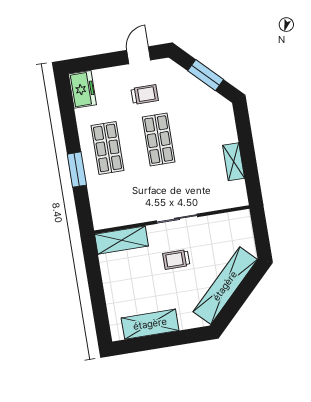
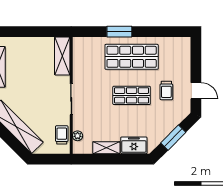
freezer: (82, 89) -> (134, 145), moved, turned 180
shop shelf: (107, 148) -> (132, 57), width x1.43, depth x1.36
plant: (224, 202) -> (78, 136), added
trolley: (176, 259) -> (62, 135), moved

